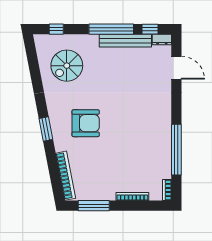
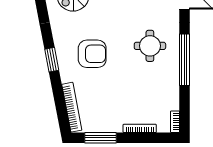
round table: (142, 115) -> (150, 46), added
window: (176, 150) -> (184, 60), moved

